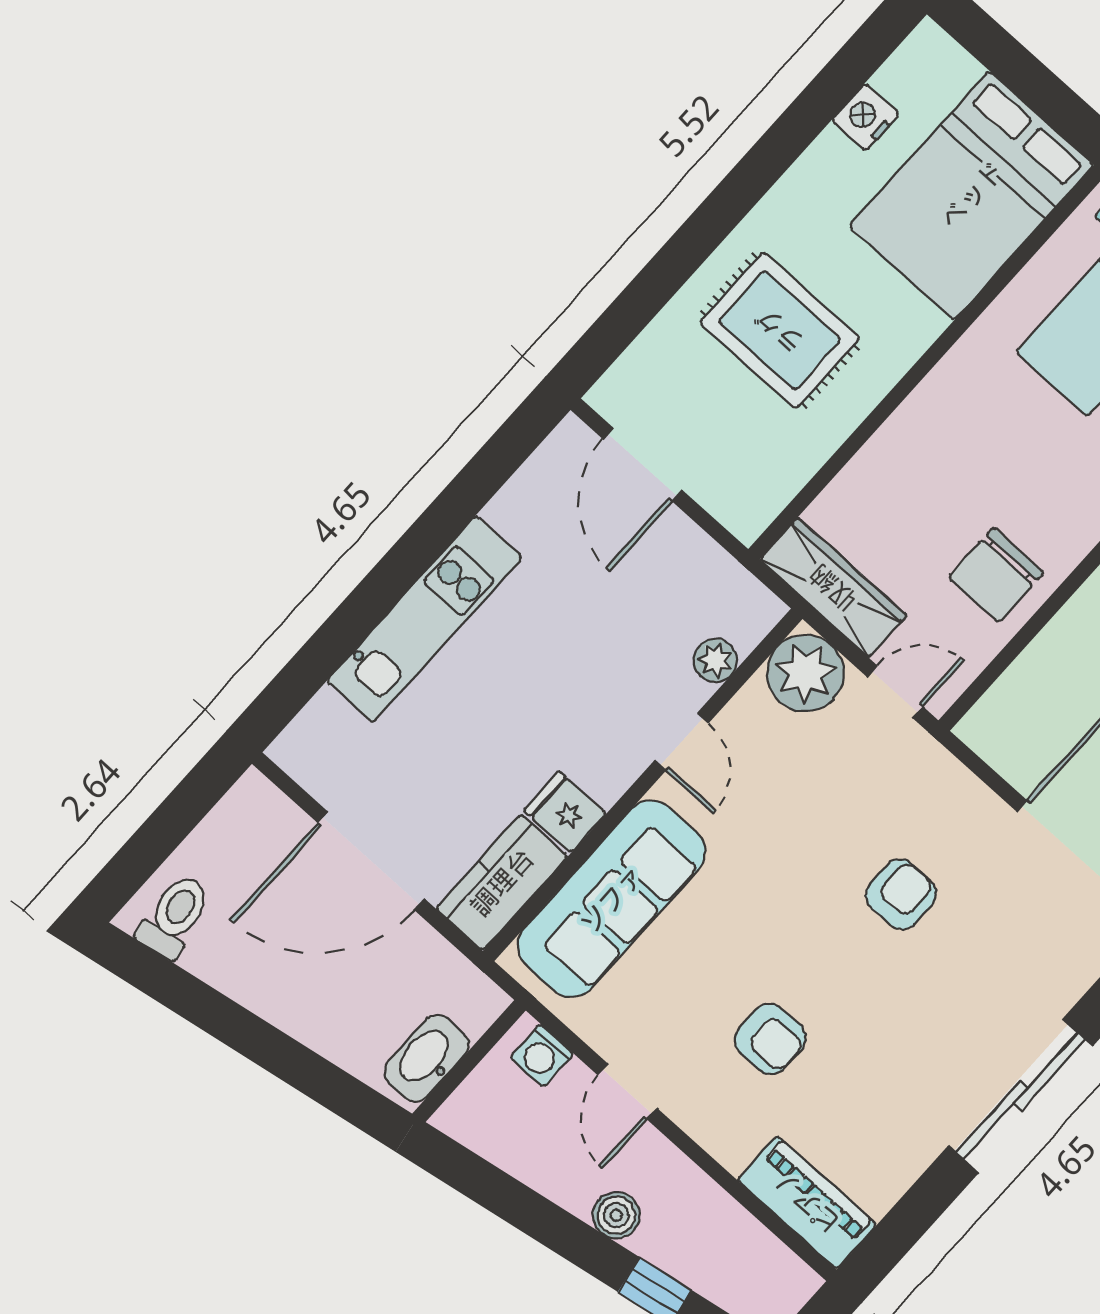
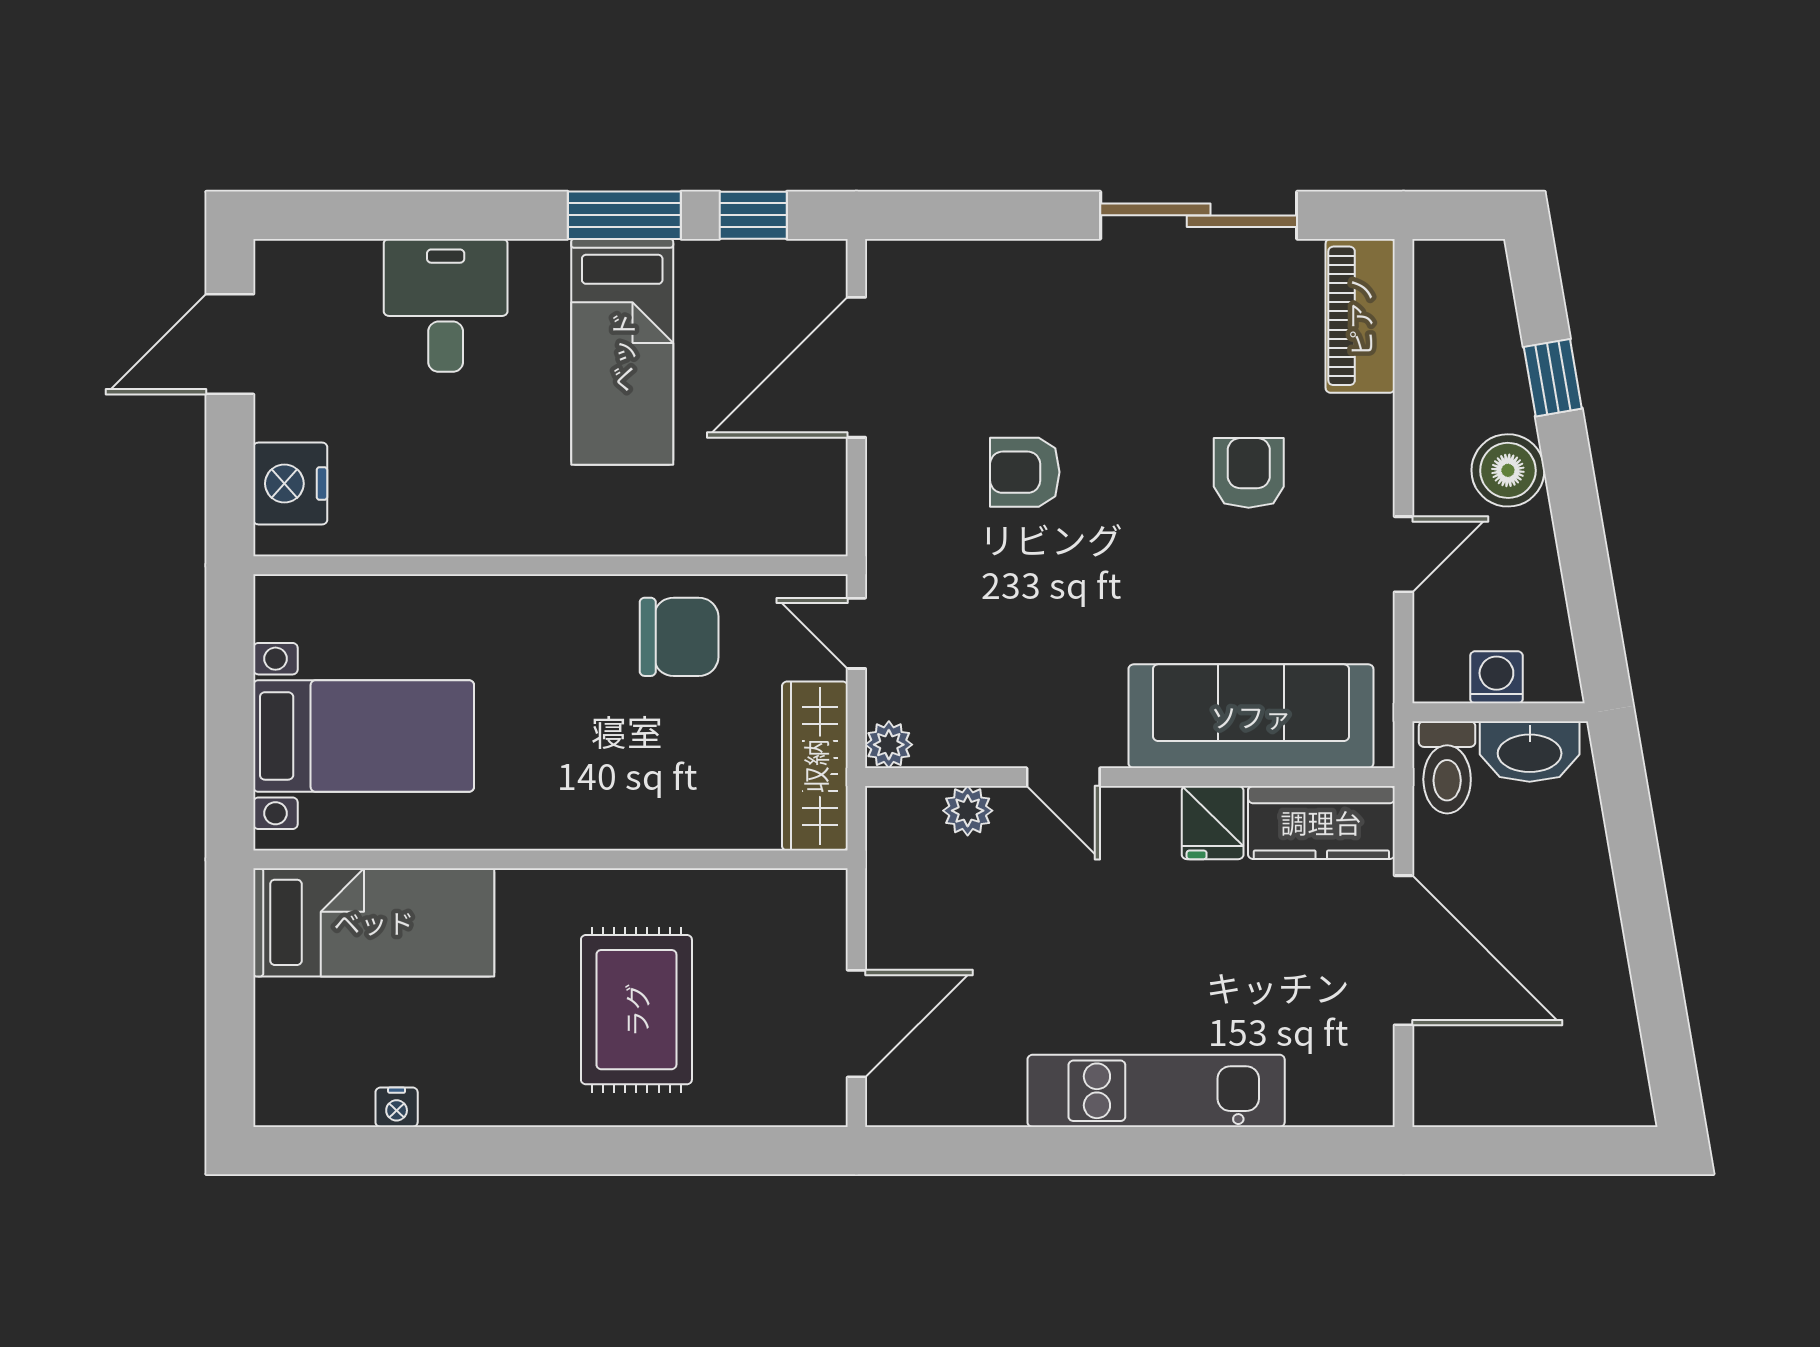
nightstand: (865, 117) -> (397, 1107), width x0.72, depth x0.74
bed: (972, 195) -> (374, 922), width x0.67
plant: (805, 673) -> (889, 745), width x0.53, depth x0.53
door: (682, 742) -> (1063, 777), swing flipped
toilet: (174, 916) -> (1447, 767), moved, turned -80
washing machine: (542, 1055) -> (1496, 677), moved, turned -90
sliding door: (1021, 1096) -> (1199, 215), moved
boiler: (616, 1215) -> (1508, 470), width x1.36, depth x1.36

